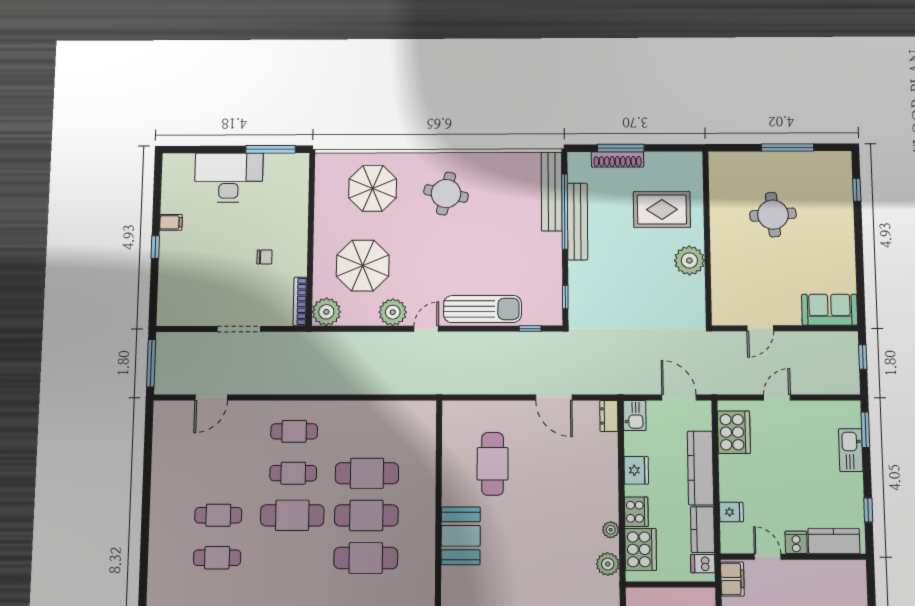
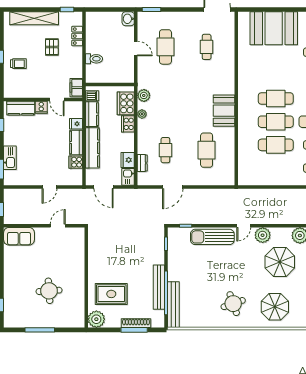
round table: (446, 194) -> (233, 304), turned -31
plant: (689, 260) -> (96, 319), moved
door: (554, 398) -> (173, 187), swing flipped
dresser: (609, 416) -> (142, 163), moved
cooker: (734, 432) -> (76, 162), width x0.53, depth x0.76
cafe table: (567, 464) -> (165, 150), added
fridge: (636, 470) -> (128, 160), moved
kitchen counter: (730, 478) -> (76, 142), added

